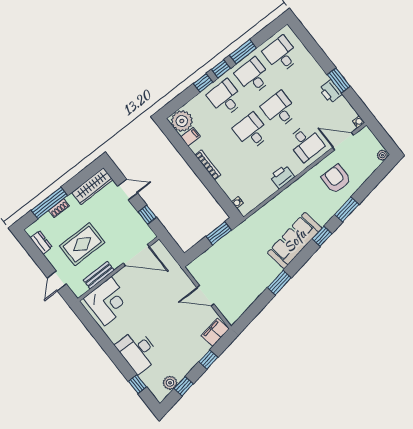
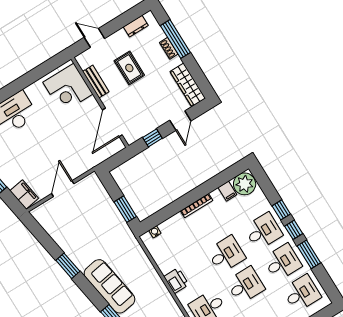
rug: (82, 244) -> (129, 68), width x0.73, depth x0.70

